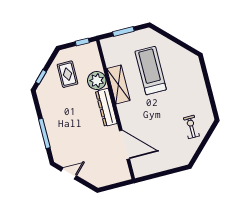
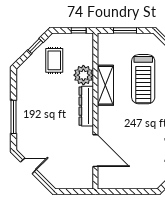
treadmill: (151, 71) -> (143, 79), turned 180
window: (41, 77) -> (35, 46), moved

